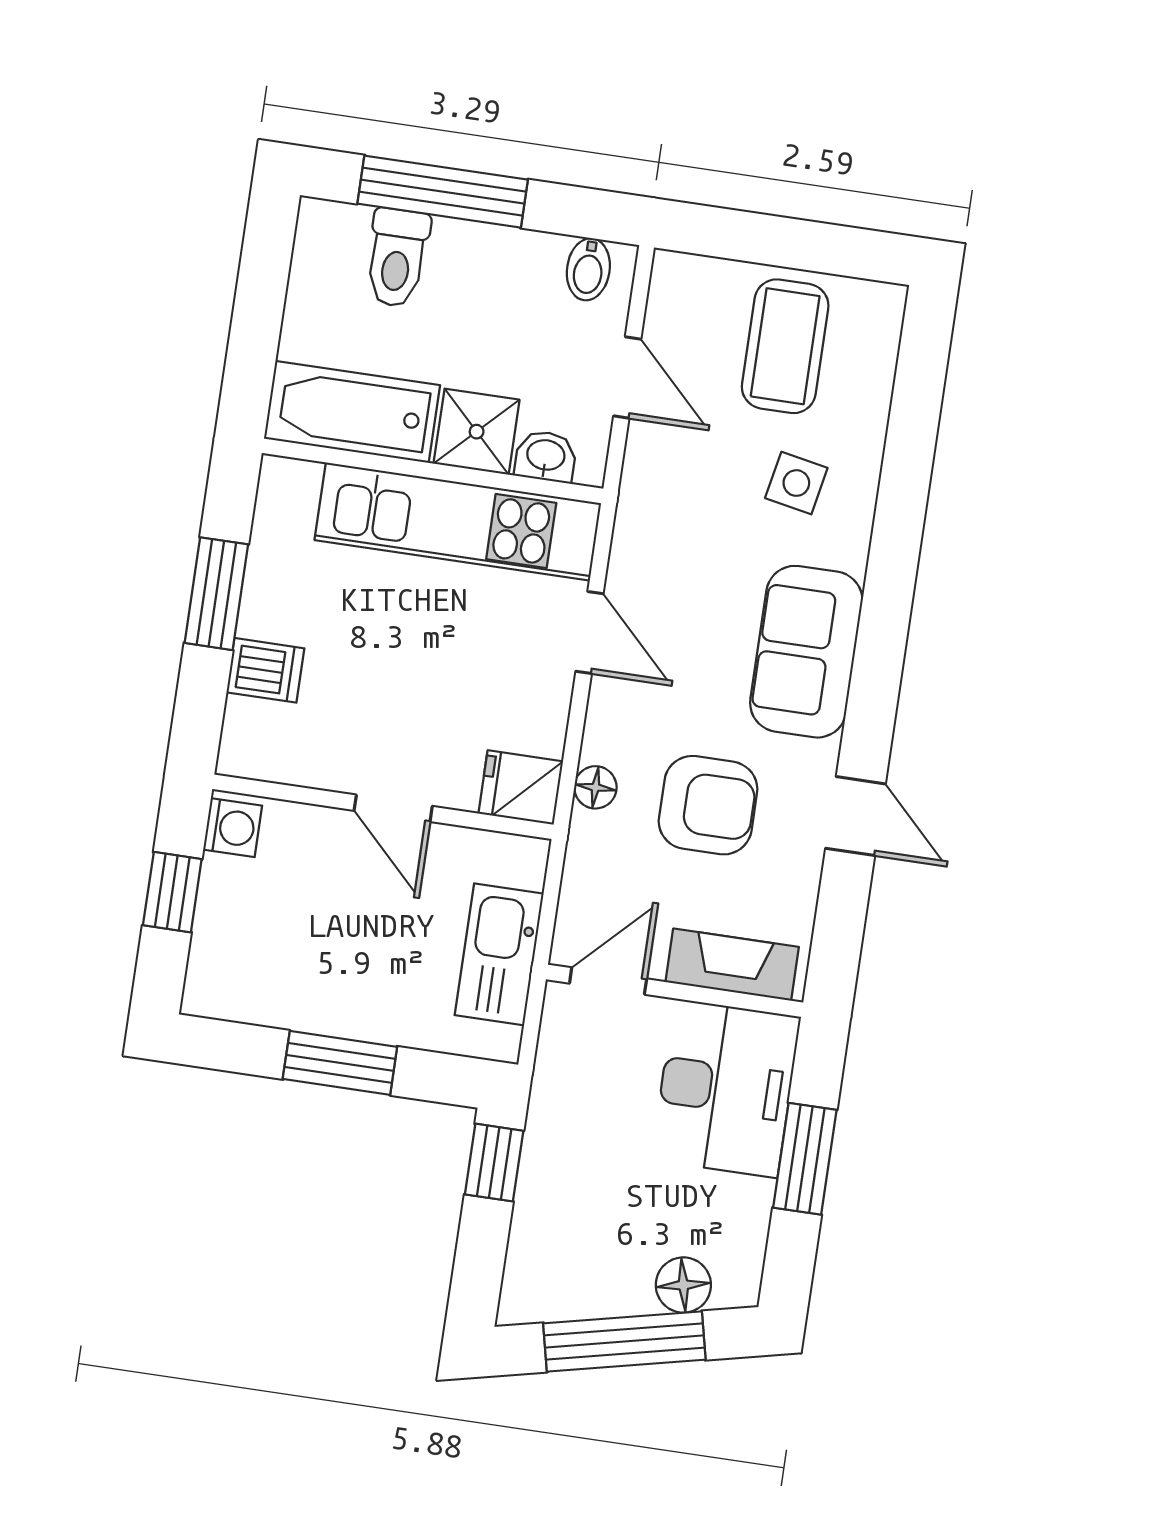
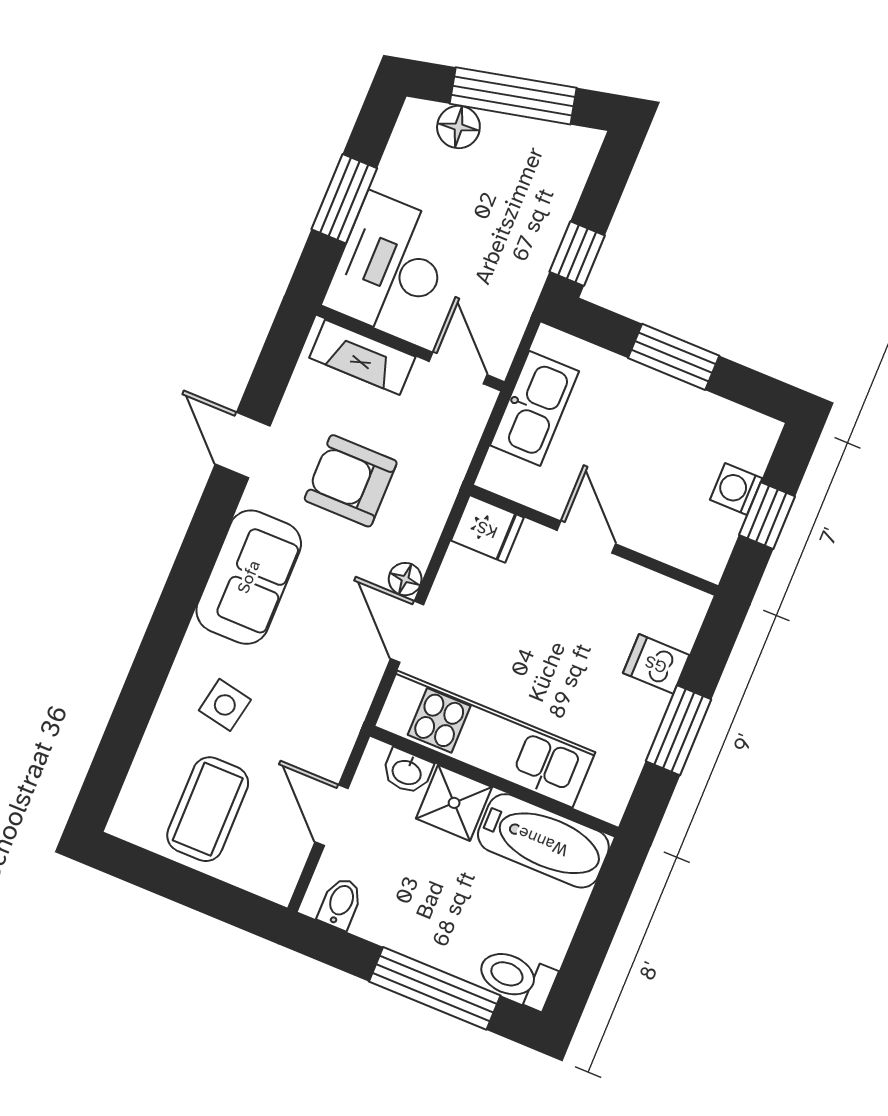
toilet: (397, 258) -> (516, 978), moved, turned -90
floor lamp: (595, 787) -> (405, 579), moved
washing machine: (233, 828) -> (736, 489), moved
door: (608, 981) -> (458, 368), swing flipped

